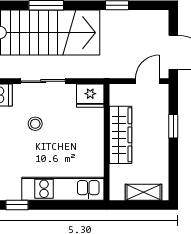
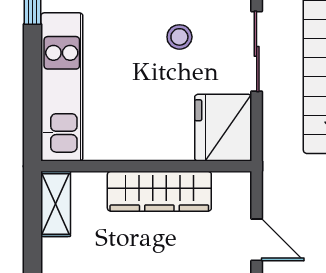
fridge: (90, 96) -> (223, 128), width x1.36, depth x1.34
shelving: (143, 192) -> (56, 204), moved

